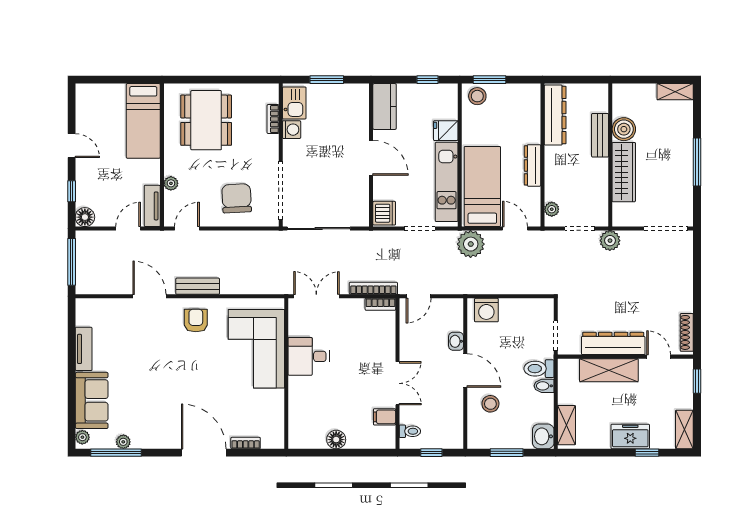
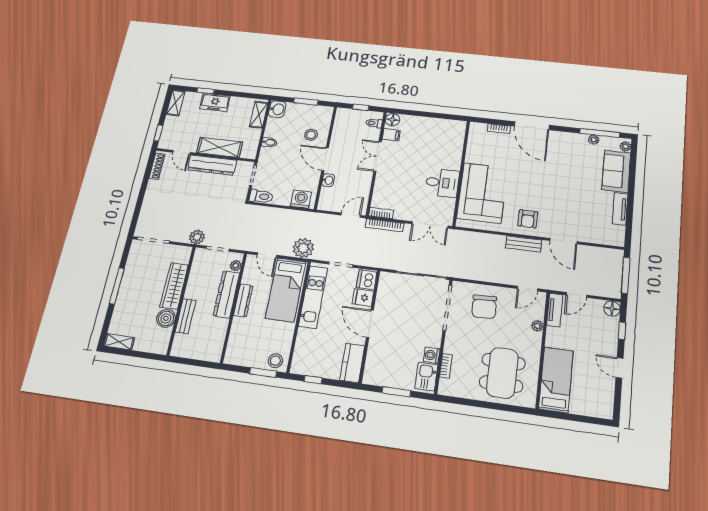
dresser: (555, 115) -> (226, 294), moved
fridge: (446, 131) -> (363, 298), moved, turned 180
toilet: (539, 369) -> (261, 196), moved
floor lamp: (336, 440) -> (393, 120), moved

